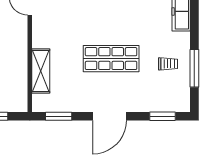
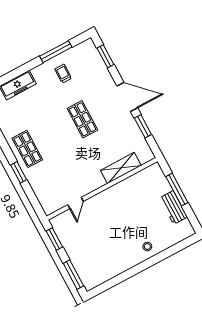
shop shelf: (111, 59) -> (82, 119), width x0.70, depth x0.74
window: (59, 116) -> (143, 126), moved

